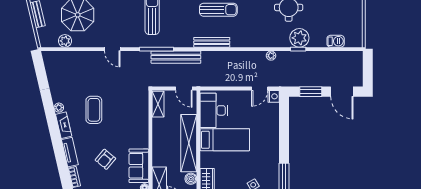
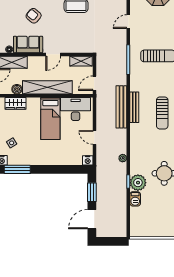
barbecue: (336, 41) -> (135, 199), moved
bench: (176, 57) -> (121, 107), moved
door: (260, 89) -> (94, 137), moved
door: (150, 136) -> (53, 54), added

